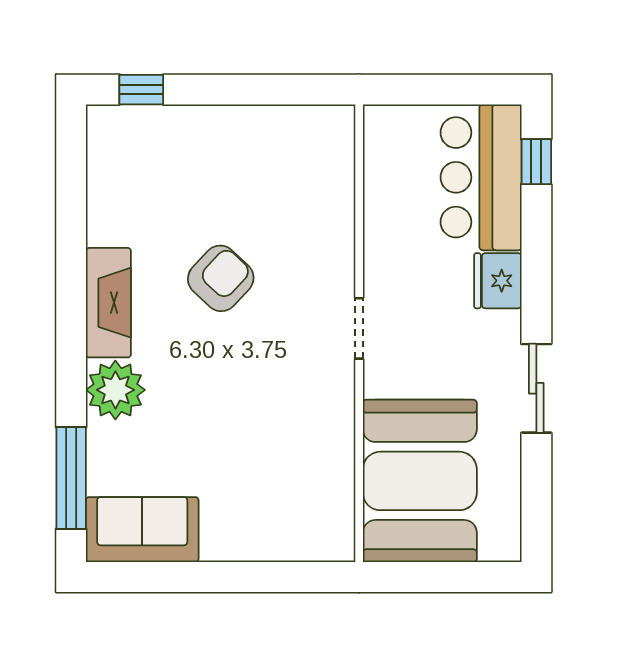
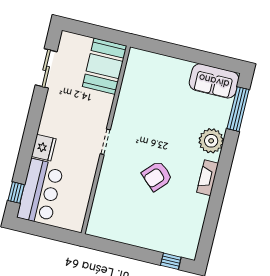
fireplace: (108, 303) -> (208, 178), width x0.73, depth x0.76
sliding door: (536, 388) -> (46, 68), moved
booth: (420, 481) -> (105, 66), width x0.73, depth x0.70

